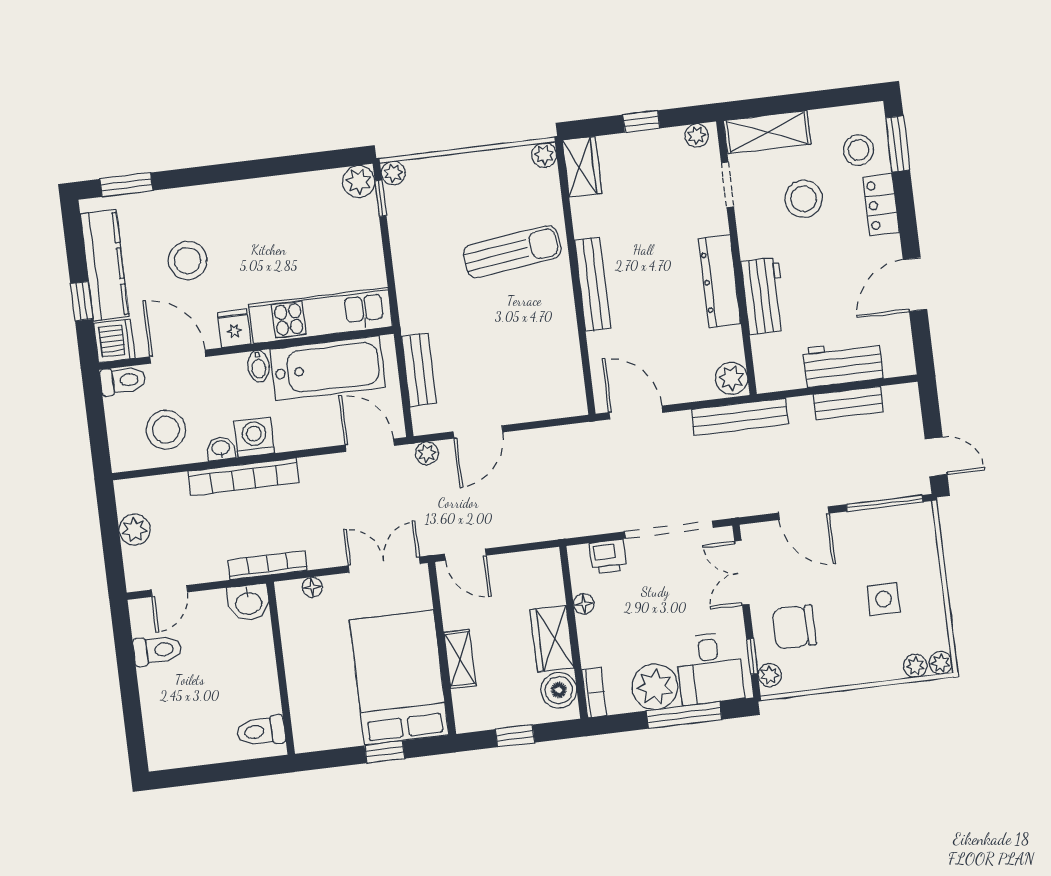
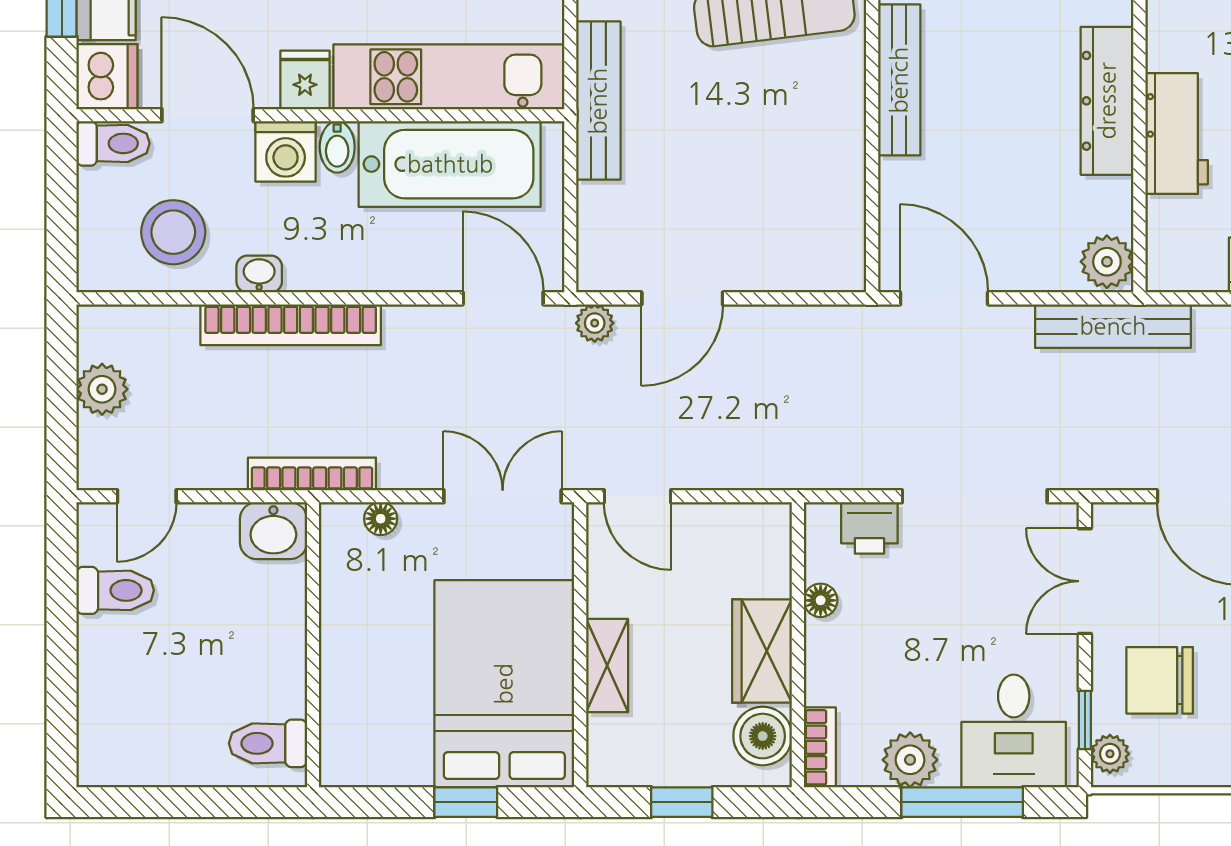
bench: (419, 370) -> (598, 101), moved, width x1.36
washing machine: (254, 437) -> (286, 151), moved, turned 180
plant: (655, 687) -> (910, 760), width x0.73, depth x0.73

